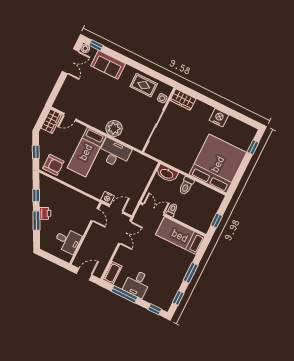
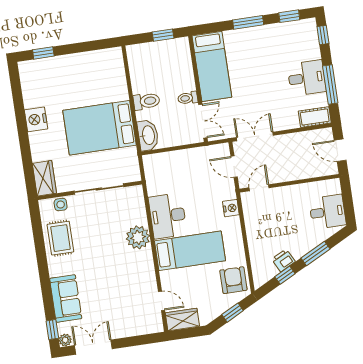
bed: (218, 164) -> (100, 128), moved, width x0.73
nightstand: (107, 198) -> (231, 208), moved
double door: (153, 209) -> (203, 121), swing flipped
printer: (45, 213) -> (283, 260), moved
desk: (68, 241) -> (327, 212), moved, turned 90

